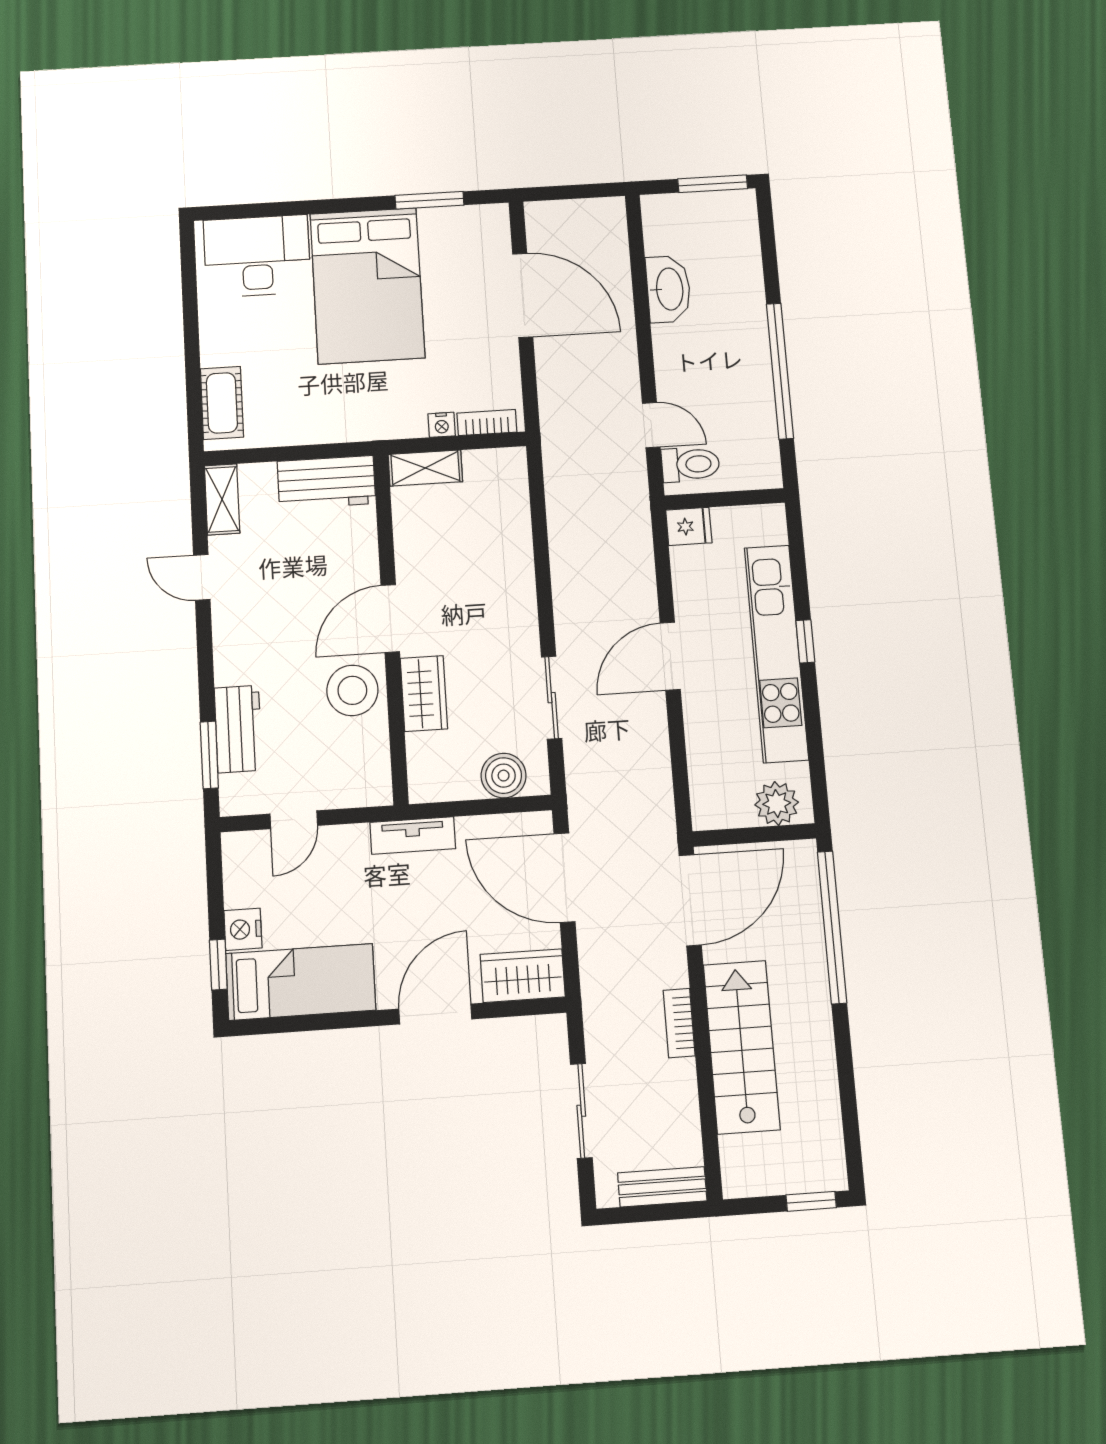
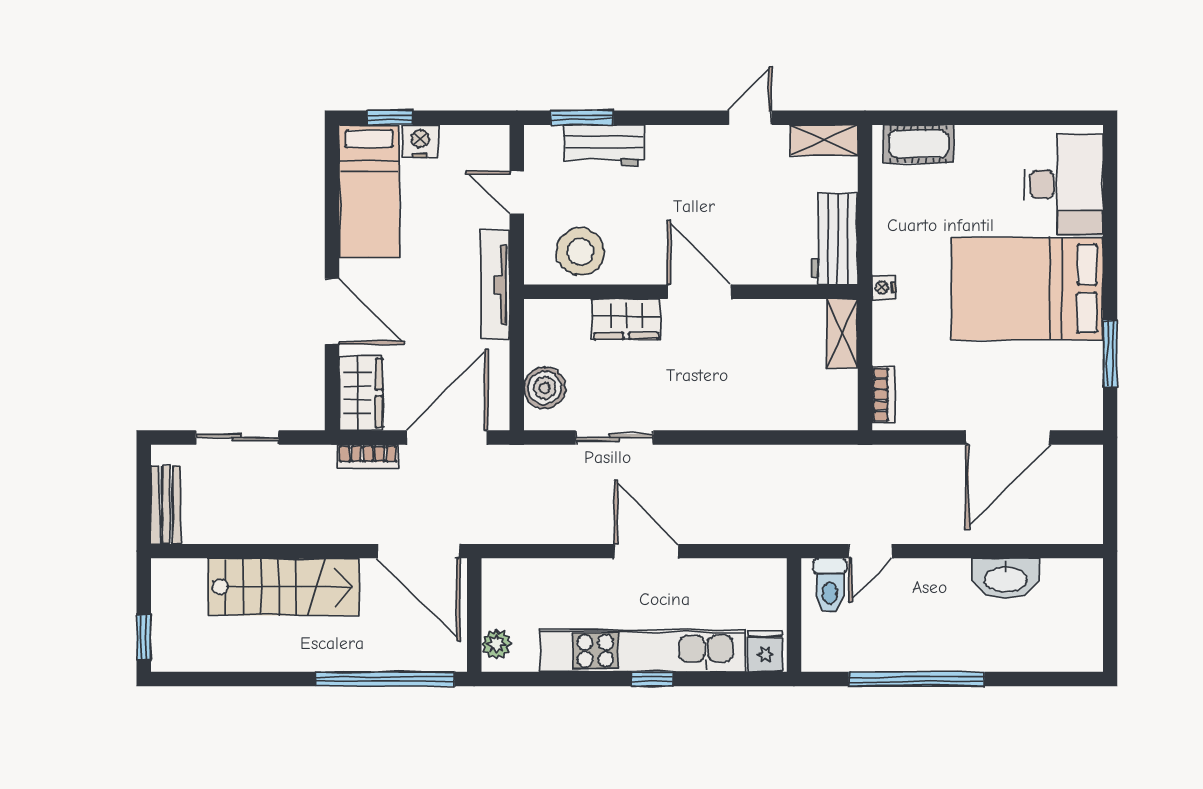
window: (713, 184) -> (1110, 630), removed
nightstand: (442, 425) -> (884, 288), moved
fridge: (689, 526) -> (765, 651), moved, turned 180
stool: (352, 690) -> (580, 252), moved
plant: (777, 803) -> (496, 644), width x0.73, depth x0.73
tv unit: (413, 835) -> (495, 285), width x1.41
bookcase: (679, 1023) -> (368, 457), moved, turned 180

